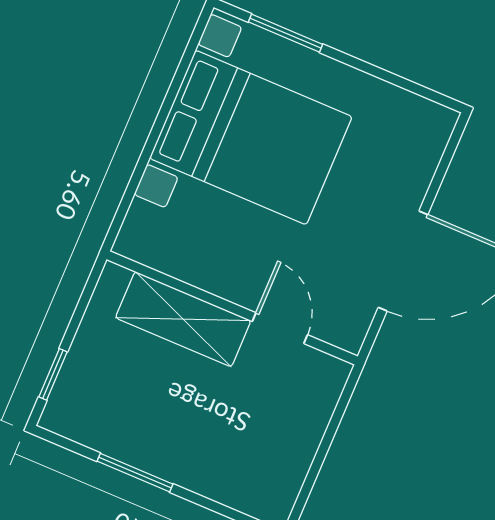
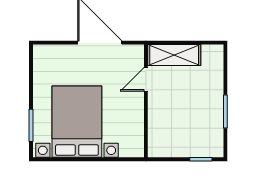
shelving: (183, 319) -> (174, 55), moved, turned 90

